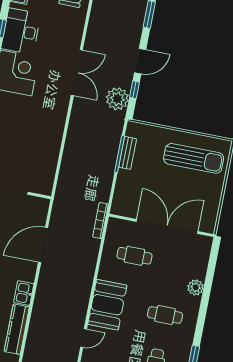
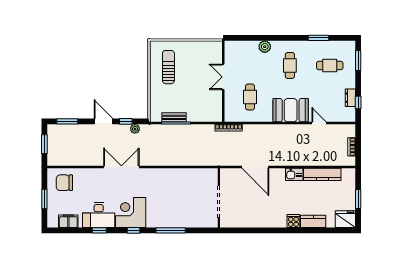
plant: (117, 99) -> (135, 129), width x0.53, depth x0.53
sun lounger: (194, 158) -> (168, 67), width x0.73, depth x0.75
double door: (167, 226) -> (223, 77), width x0.54

